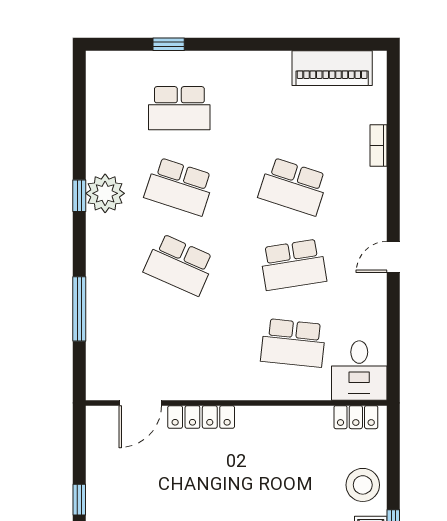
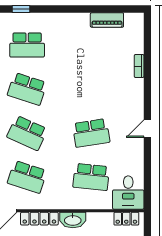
piano: (332, 68) -> (107, 20), width x0.73, depth x0.75
school desk: (293, 186) -> (27, 177), moved
washbasin: (261, 419) -> (73, 220), added

